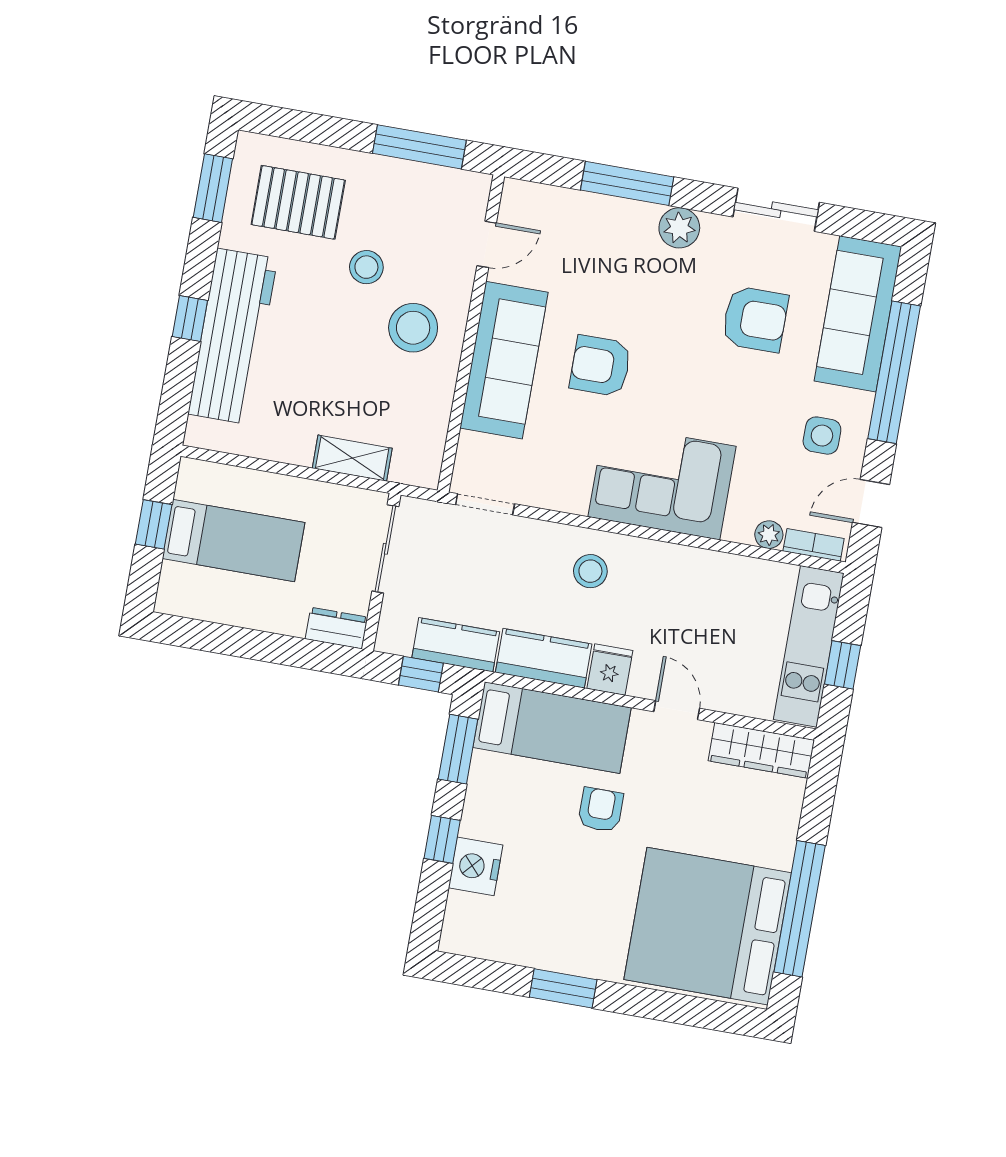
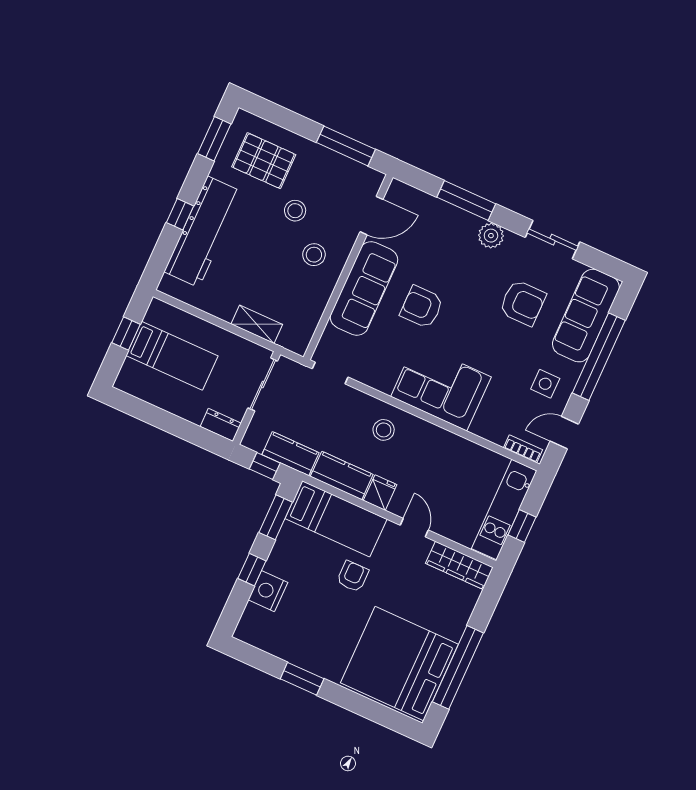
door: (487, 244) -> (372, 216), width x1.38
stool: (413, 328) -> (314, 255), width x0.73, depth x0.73
plant: (769, 535) -> (497, 436), removed

